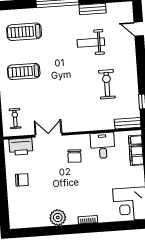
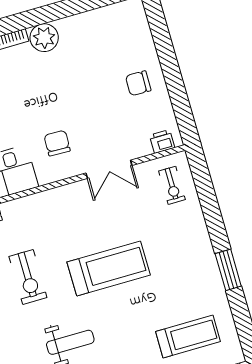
treadmill: (24, 71) -> (109, 268), moved, width x1.37, depth x1.38
printer: (21, 147) -> (162, 141), width x0.53, depth x0.68
plant: (58, 218) -> (44, 38), moved

